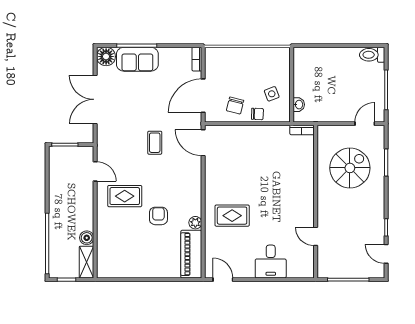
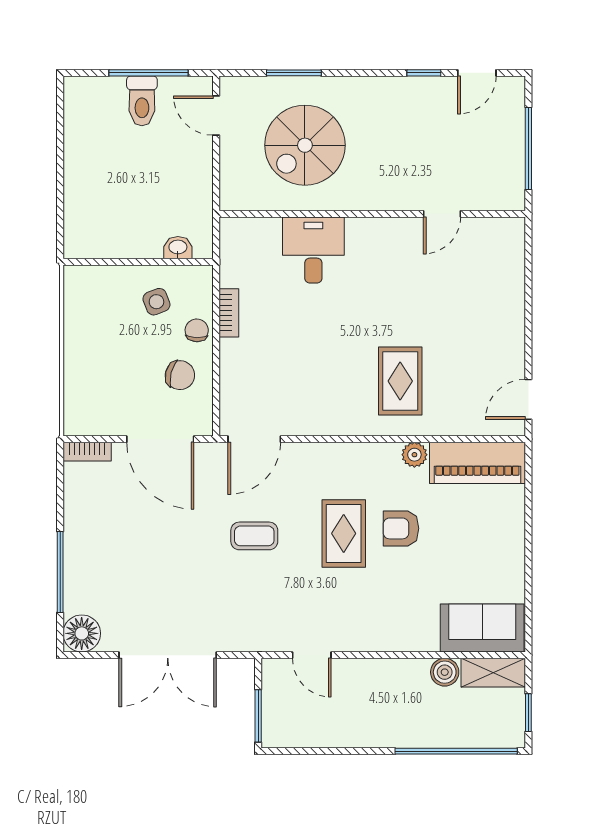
toilet: (372, 55) -> (142, 101), moved
sofa: (137, 59) -> (482, 628), moved, turned -90
bookcase: (302, 130) -> (229, 313), moved
spiral stairs: (350, 168) -> (305, 145), turned -90
door: (95, 171) -> (312, 655), swing flipped
rug: (125, 196) -> (344, 533), moved
desk: (271, 262) -> (313, 250), moved, turned -90

